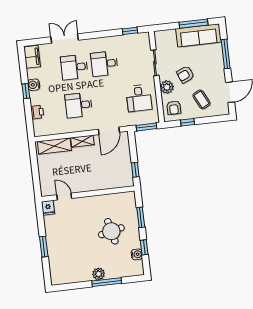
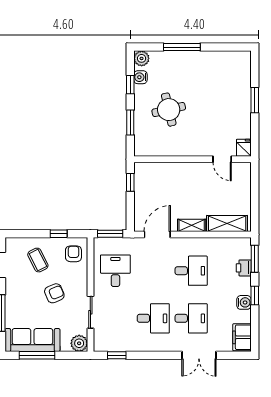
plant: (167, 87) -> (79, 343), moved
window: (29, 120) -> (255, 259), added
plant: (99, 274) -> (142, 58), moved

